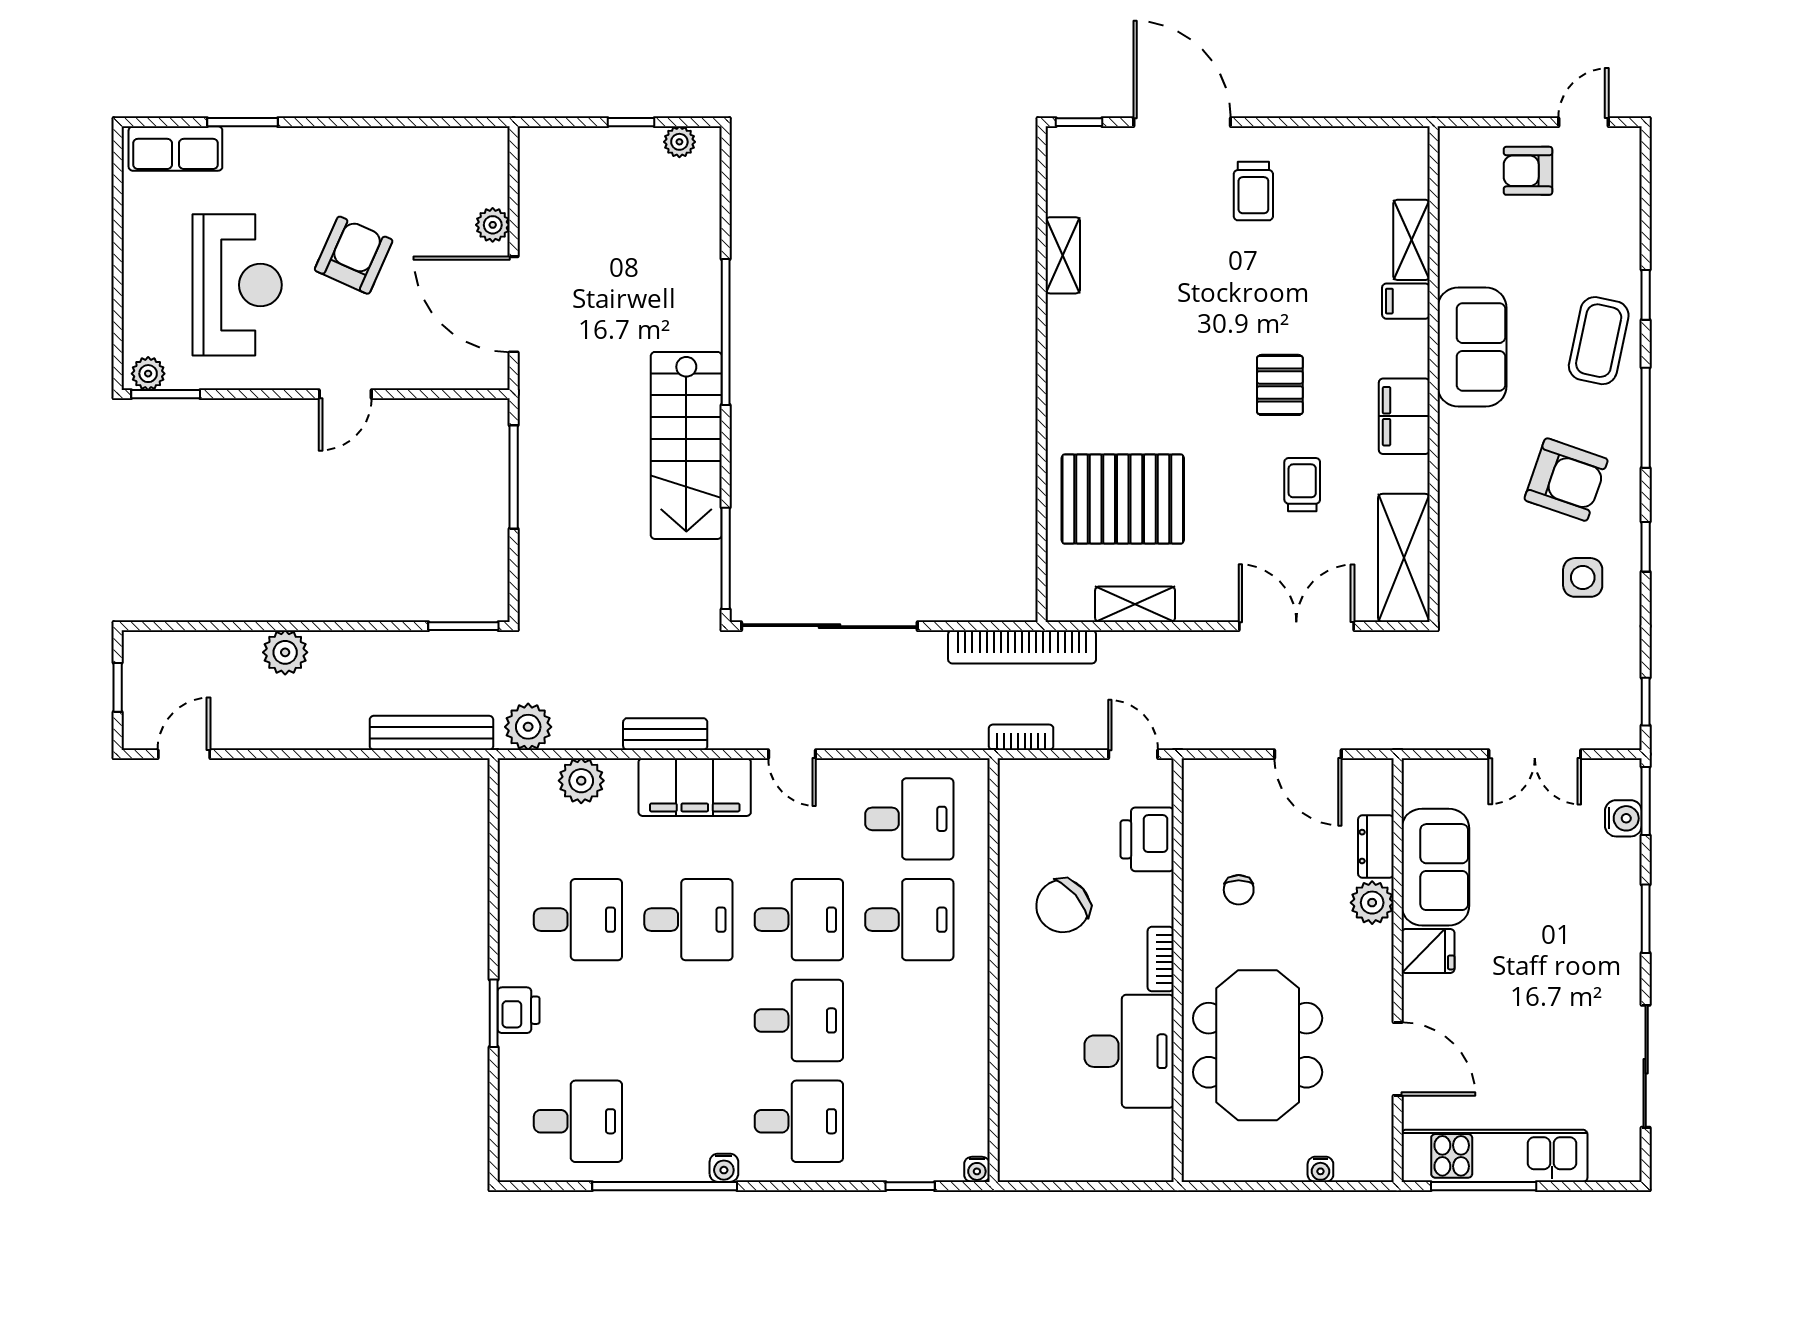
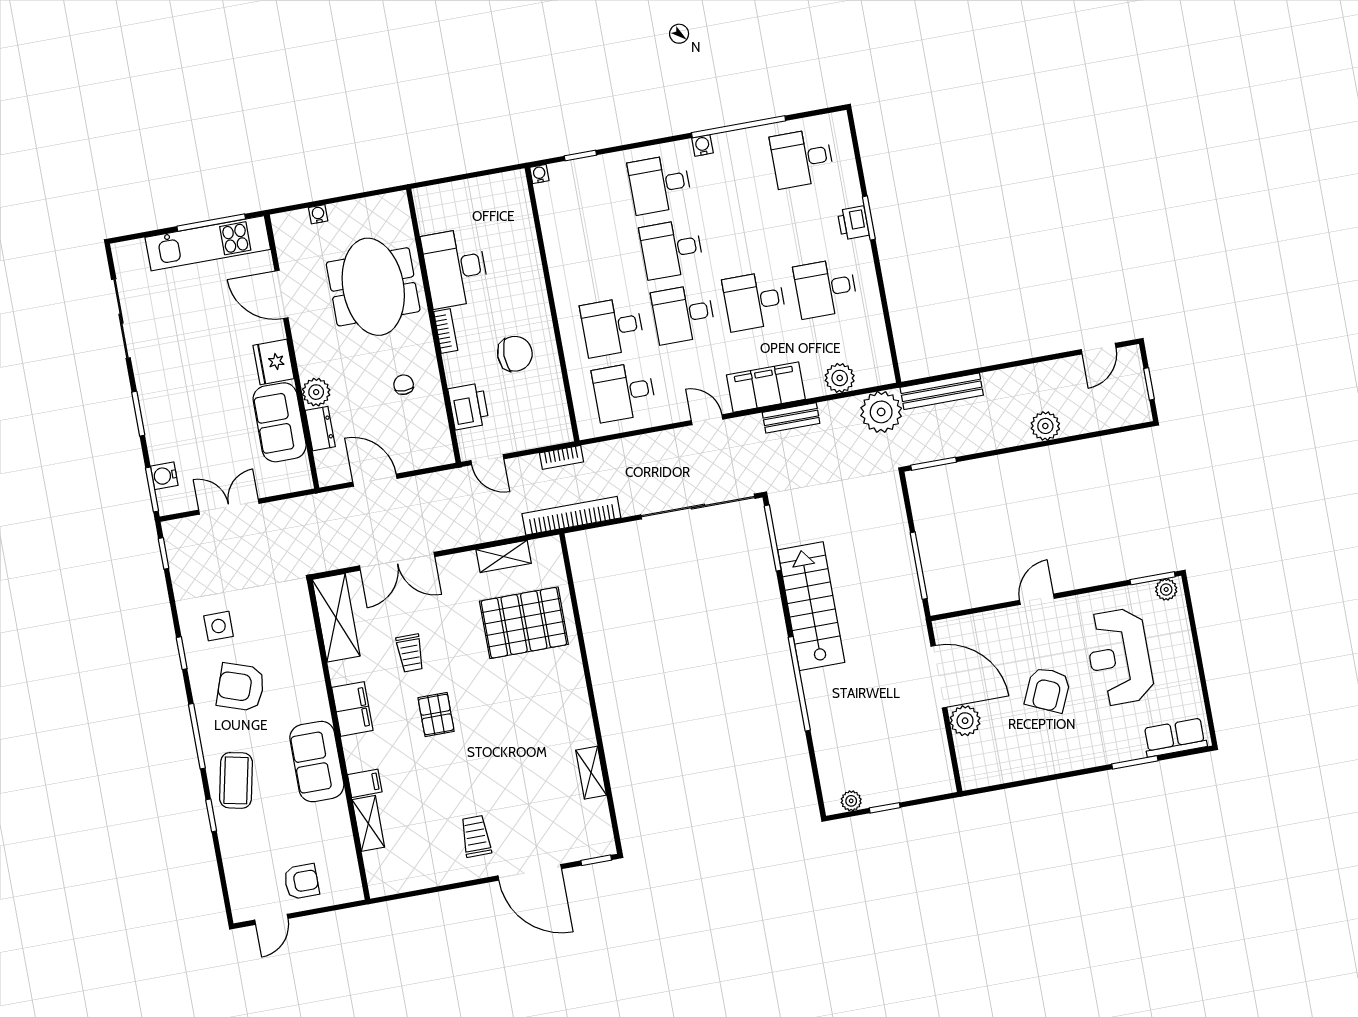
plant: (493, 225) -> (965, 721), width x1.38, depth x1.38
plant: (528, 727) -> (881, 412), width x1.36, depth x1.36
chair: (1063, 906) -> (515, 354), turned 41
fridge: (1428, 951) -> (274, 362), width x1.38

